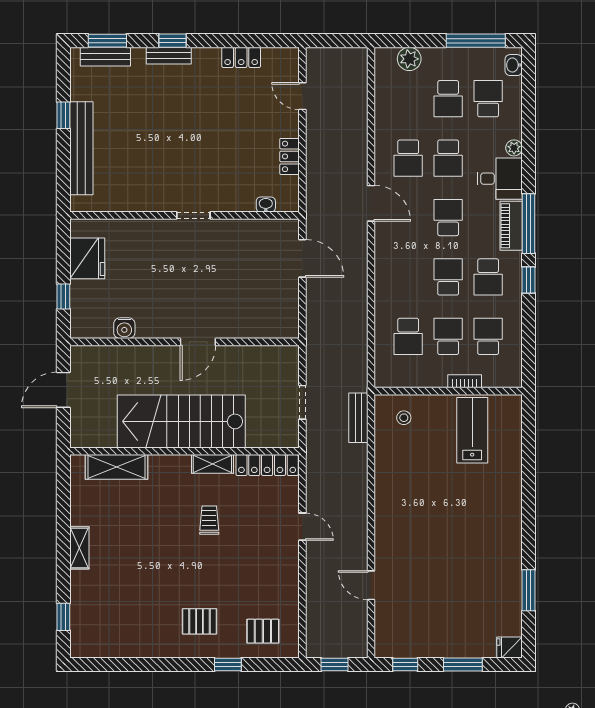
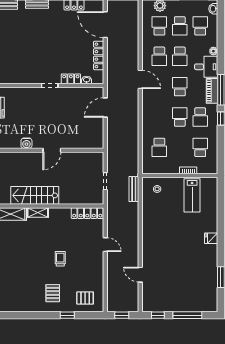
door: (302, 96) -> (105, 25), width x1.88
locker: (289, 156) -> (99, 55), width x1.53
locker: (235, 202) -> (71, 79), added
door: (302, 258) -> (105, 108), swing flipped
water cooler: (124, 328) -> (26, 143), moved
school desk: (448, 336) -> (159, 26), moved
stairs: (181, 421) -> (35, 195), width x0.73, depth x0.66
lab bench: (472, 430) -> (192, 195), turned 180
shelving: (212, 464) -> (38, 213), moved
trolley: (209, 520) -> (60, 259), moved
pallet: (200, 621) -> (53, 293), turned 90
fridge: (510, 648) -> (211, 238), moved
window: (463, 665) -> (187, 315), width x1.44

